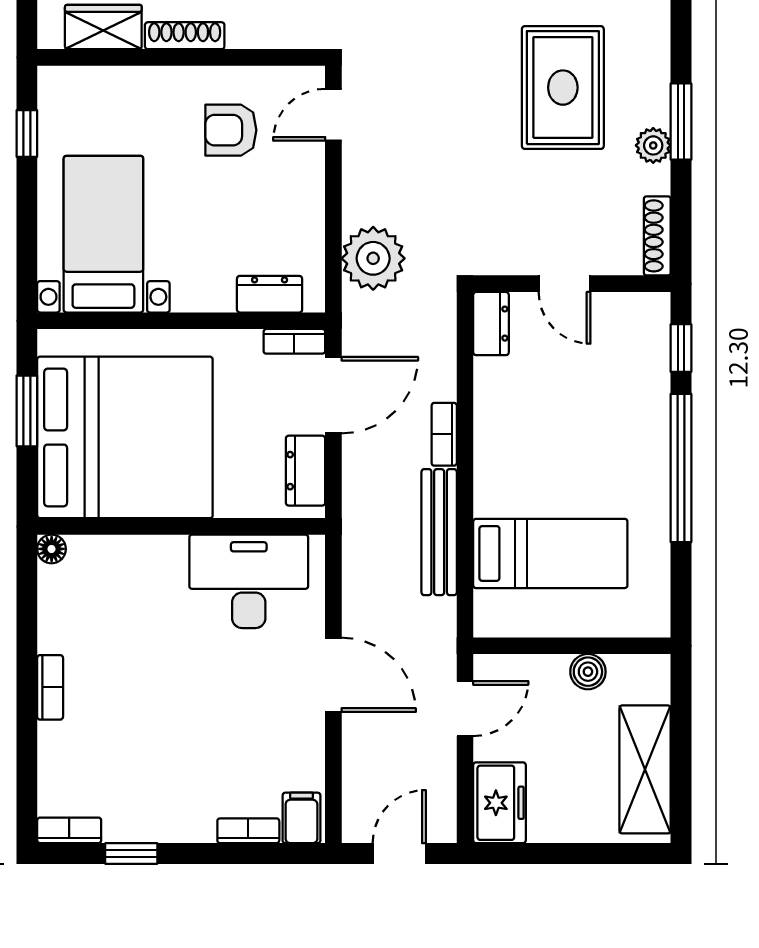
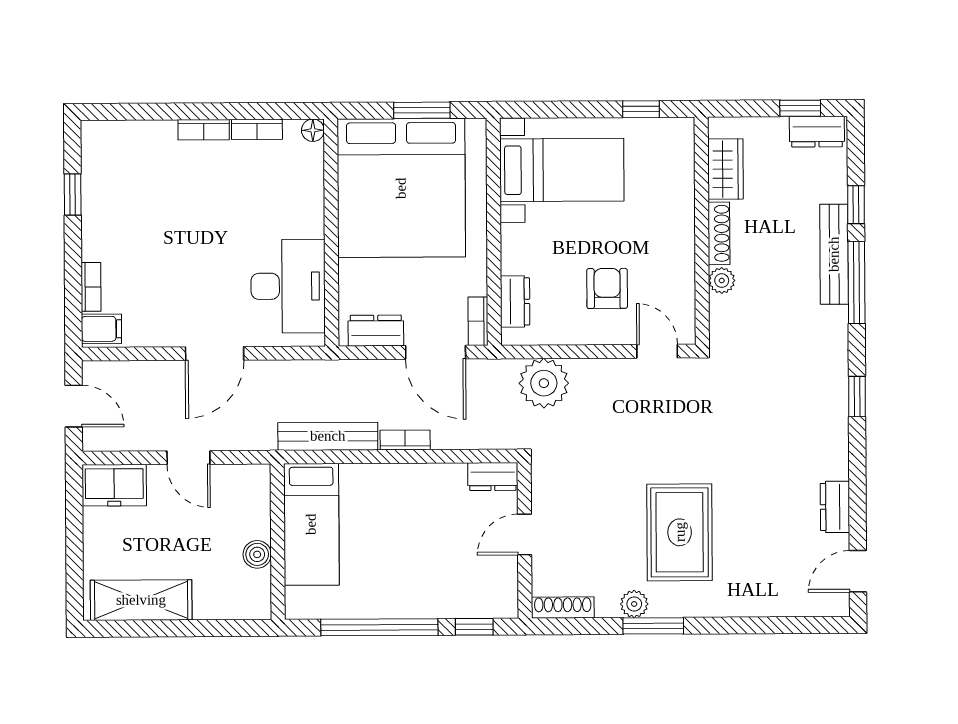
plant: (244, 33) -> (722, 280), added
rug: (563, 88) -> (680, 532), turned 90
armchair: (231, 130) -> (607, 288), moved
wall: (572, 646) -> (278, 542), moved
boiler: (588, 672) -> (257, 554), moved
bookcase: (69, 830) -> (257, 129), moved, turned 90

